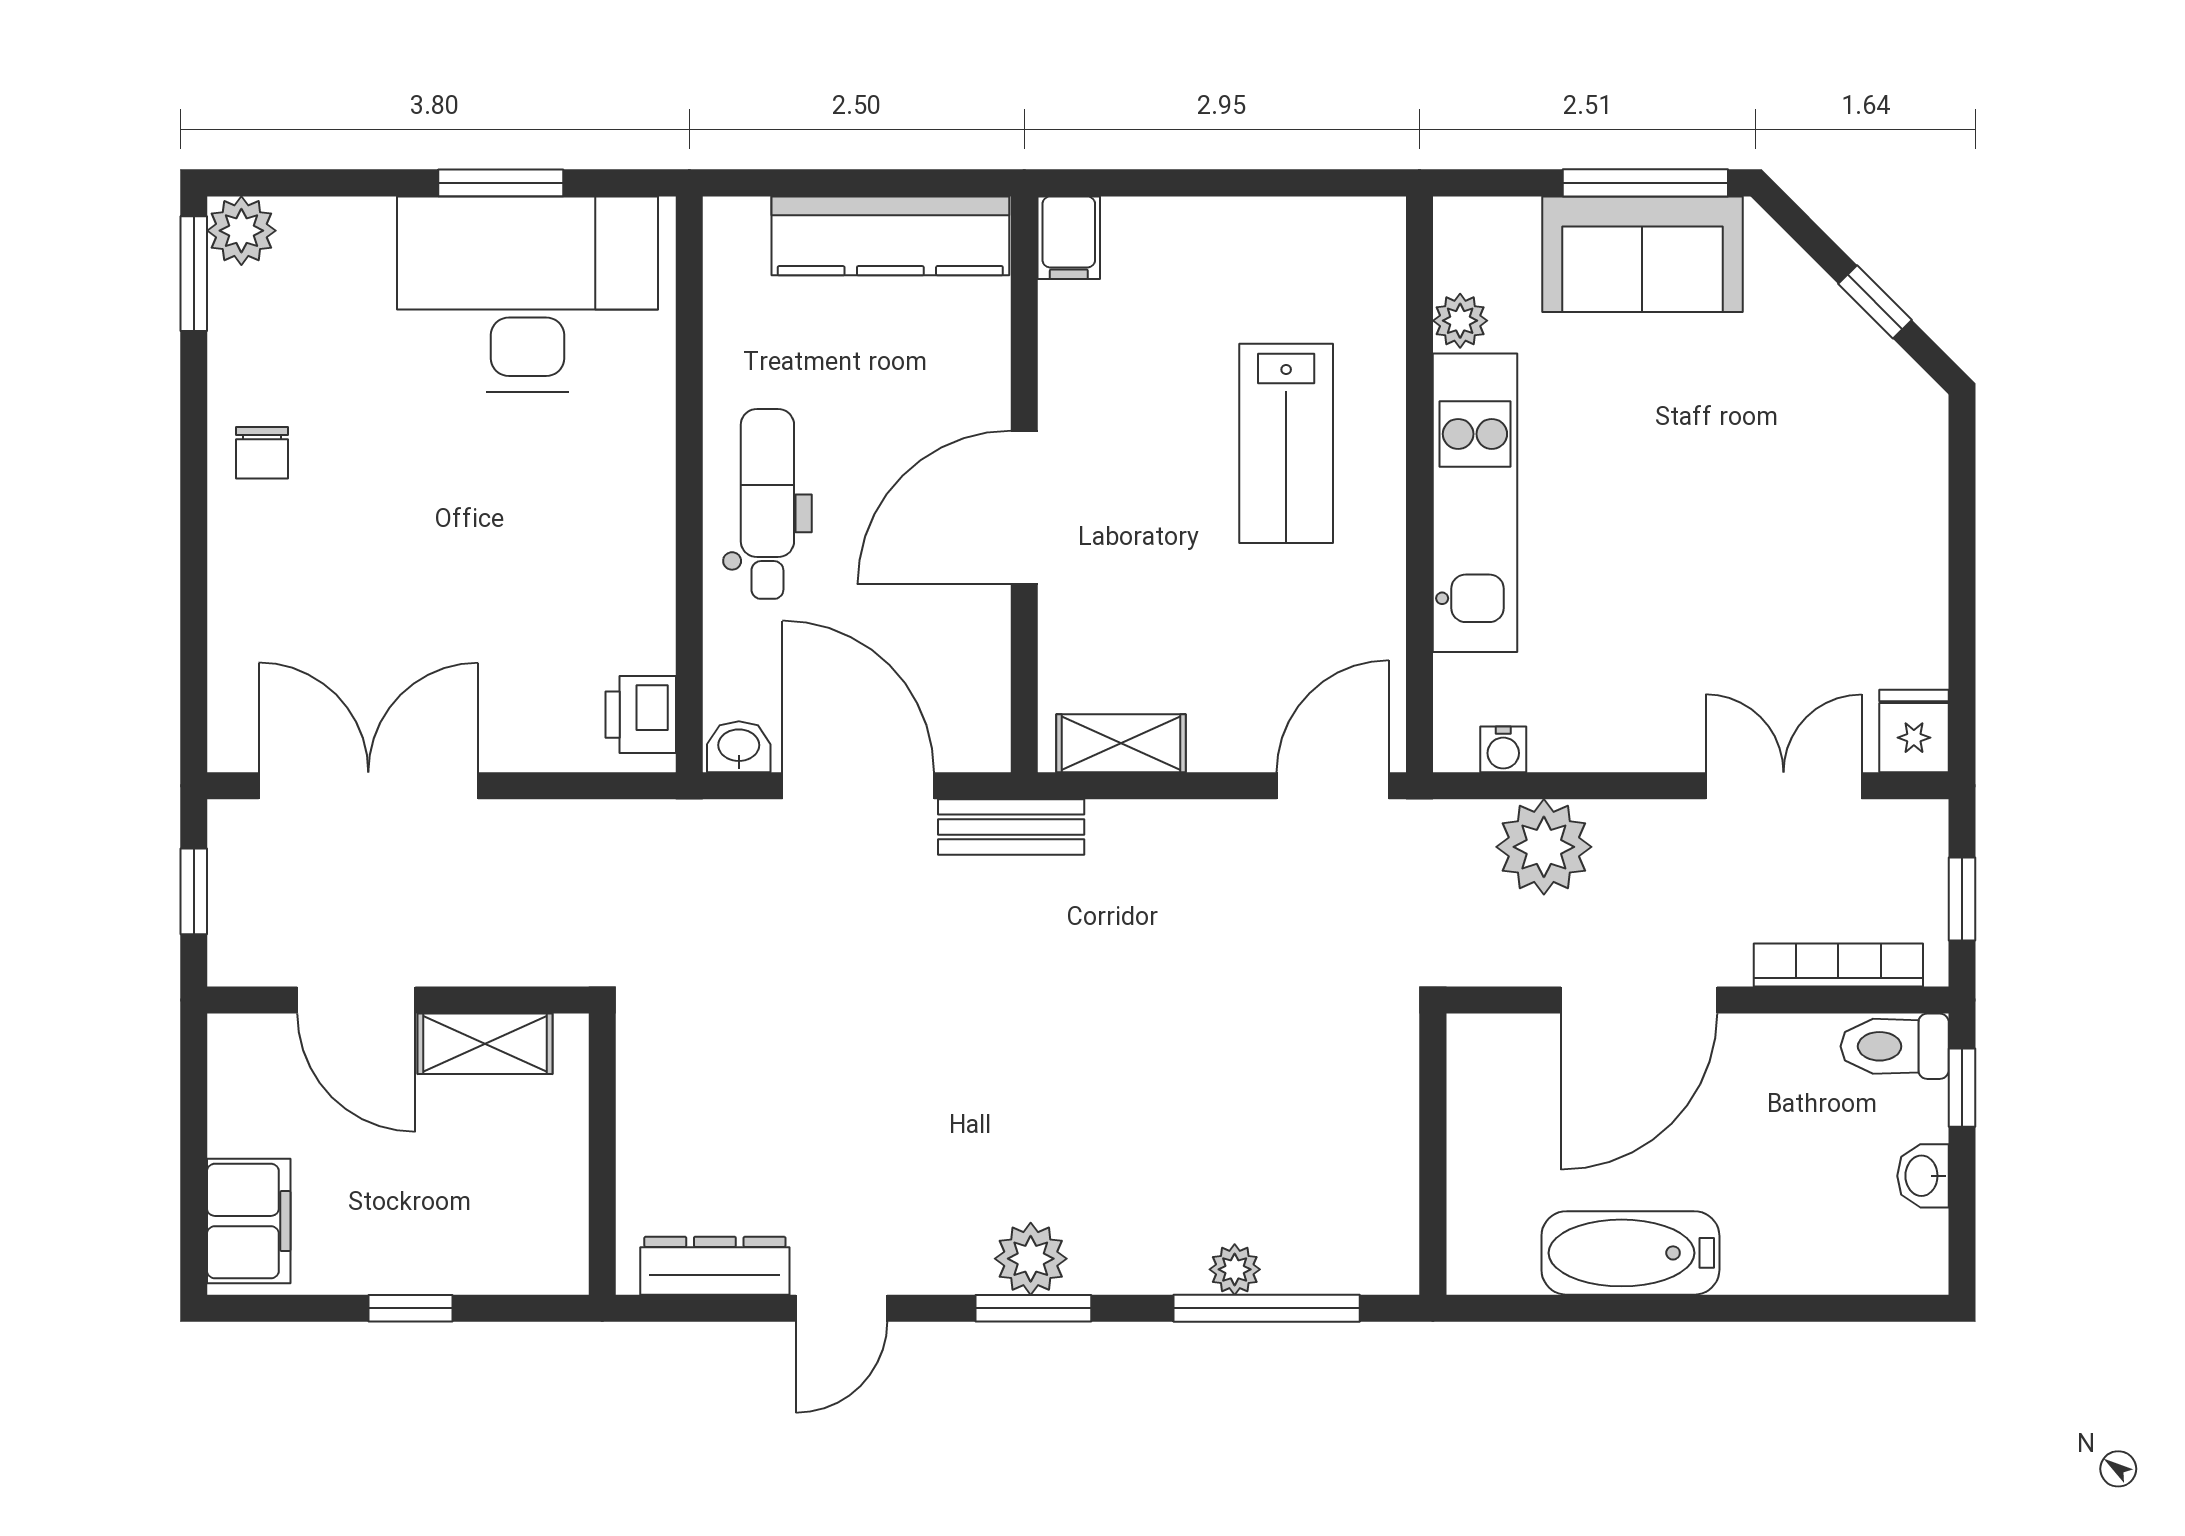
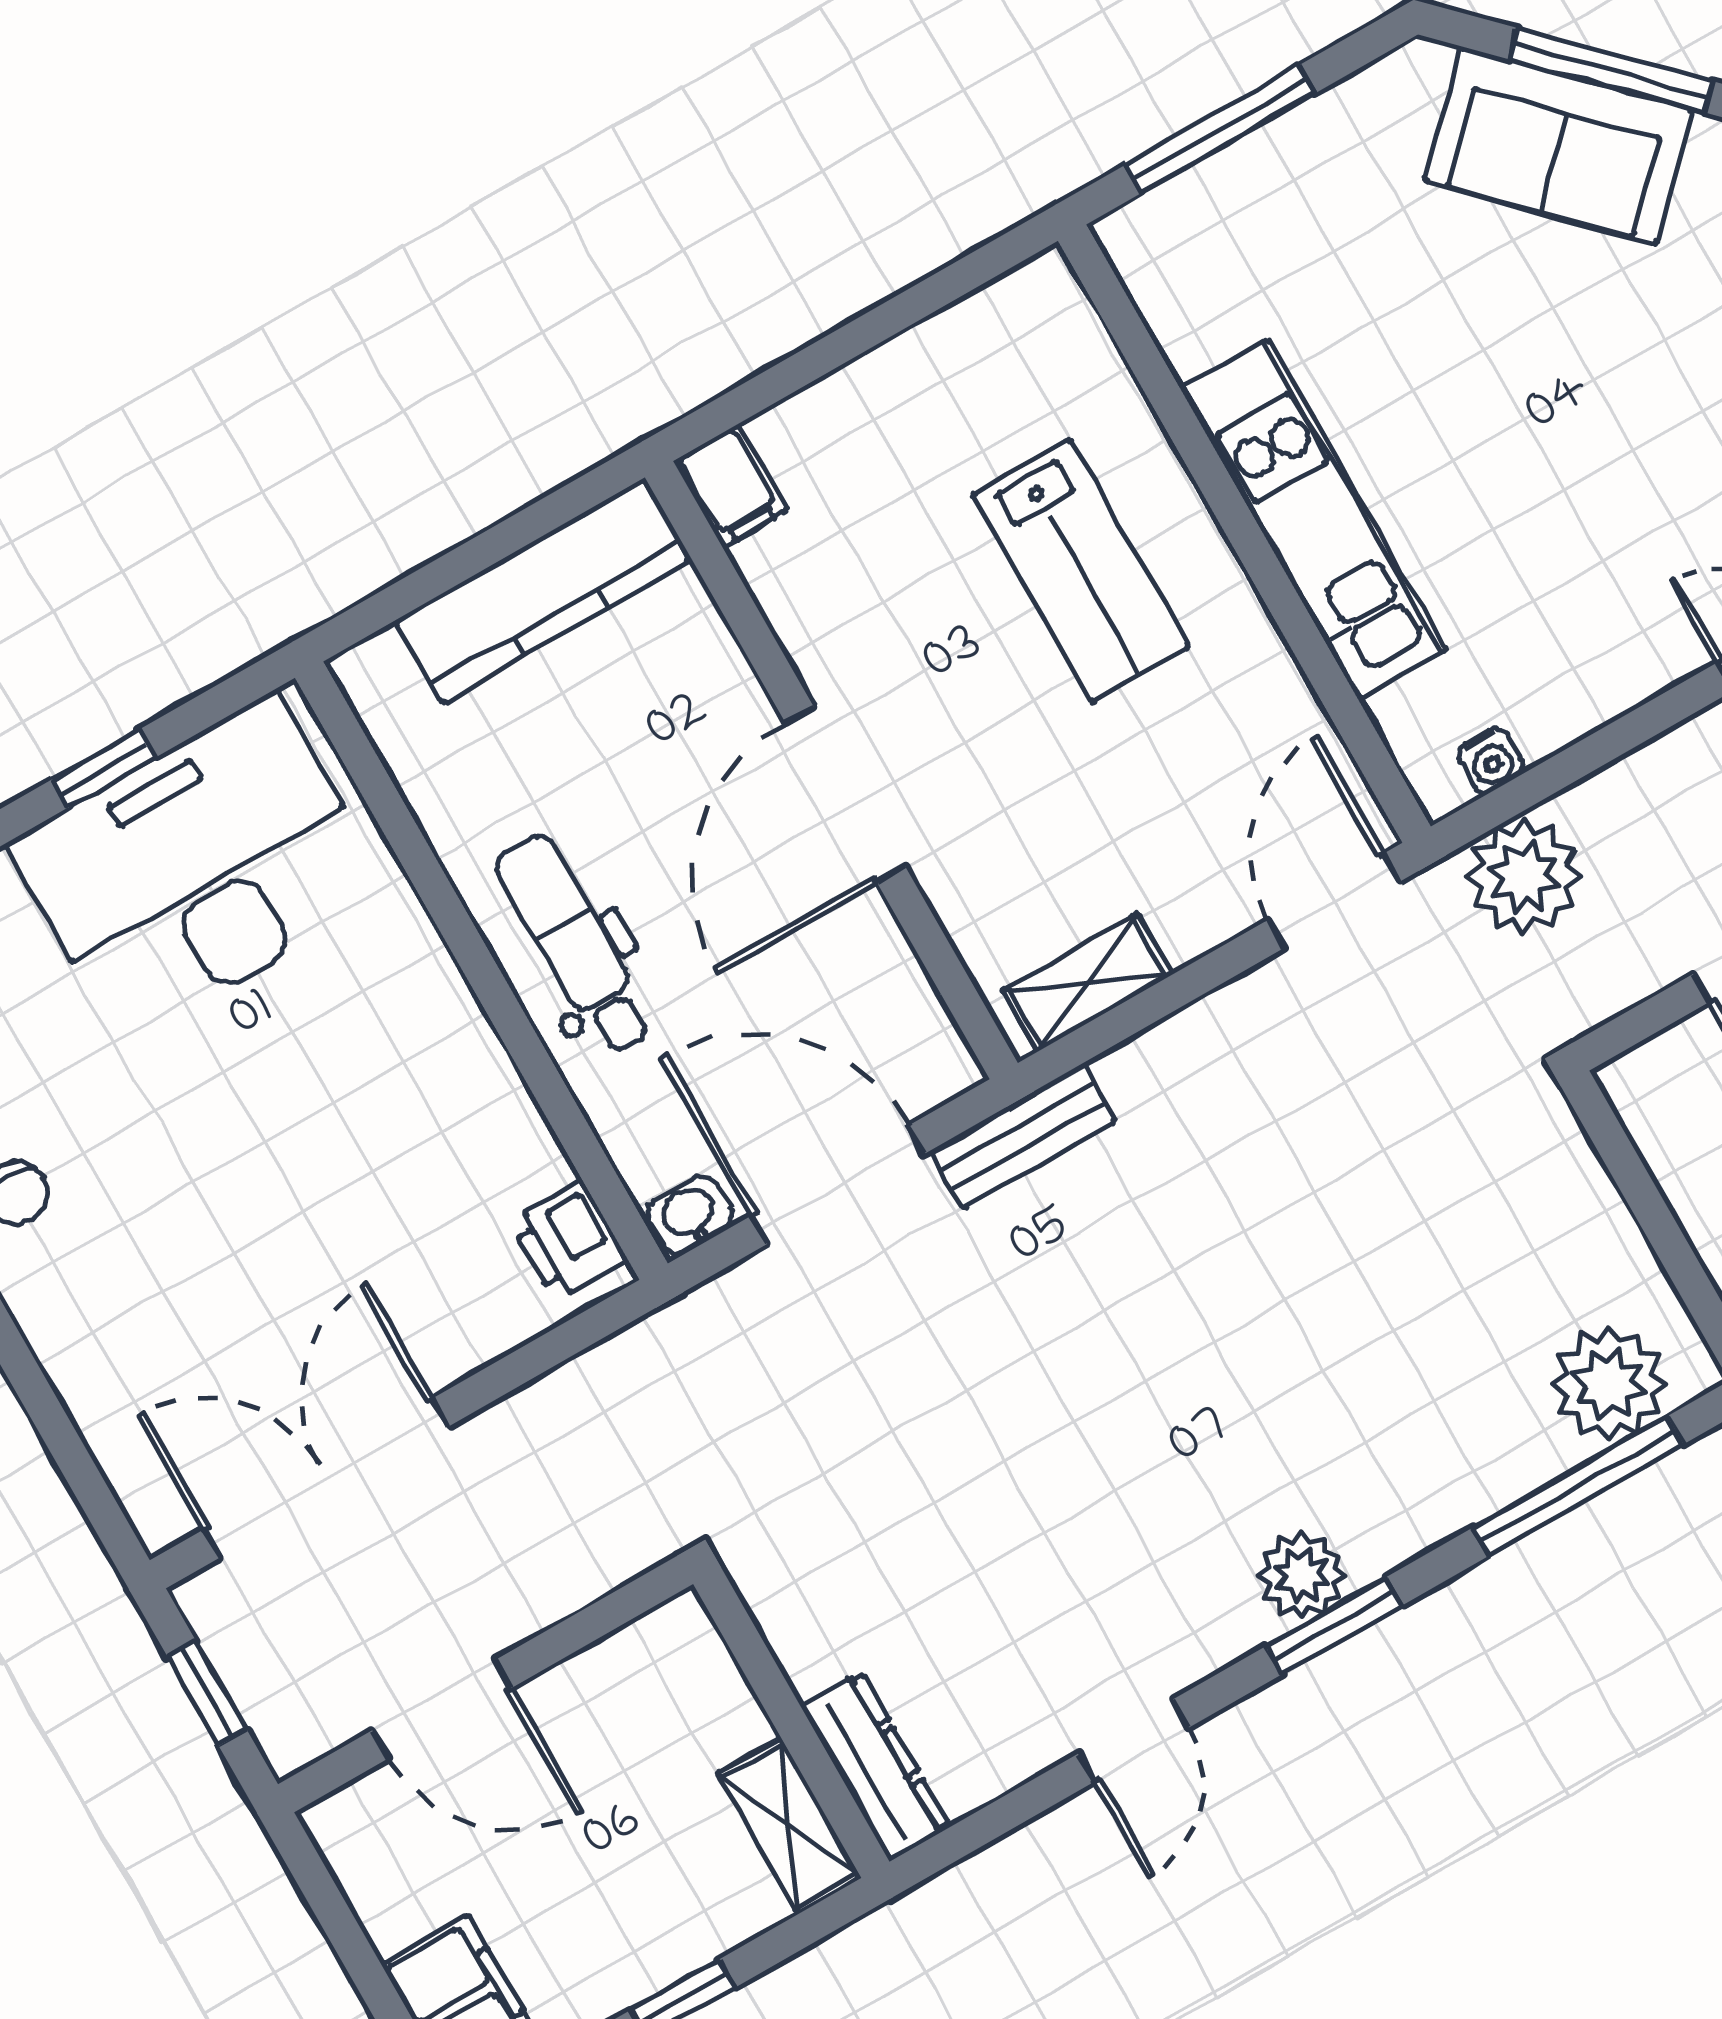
window: (501, 183) -> (104, 769), width x0.67
window: (1645, 183) -> (1220, 129), moved
sofa: (1642, 254) -> (1559, 145), moved, turned 45
window: (1875, 302) -> (1611, 70), width x2.17
plant: (1460, 321) -> (1189, 338), removed
plant: (1544, 847) -> (1524, 877), moved
shelving: (485, 1044) -> (789, 1826), moved, turned 90
dresser: (715, 1266) -> (875, 1767), moved, turned 90
plant: (1235, 1269) -> (1609, 1384), moved, width x1.87, depth x1.87

